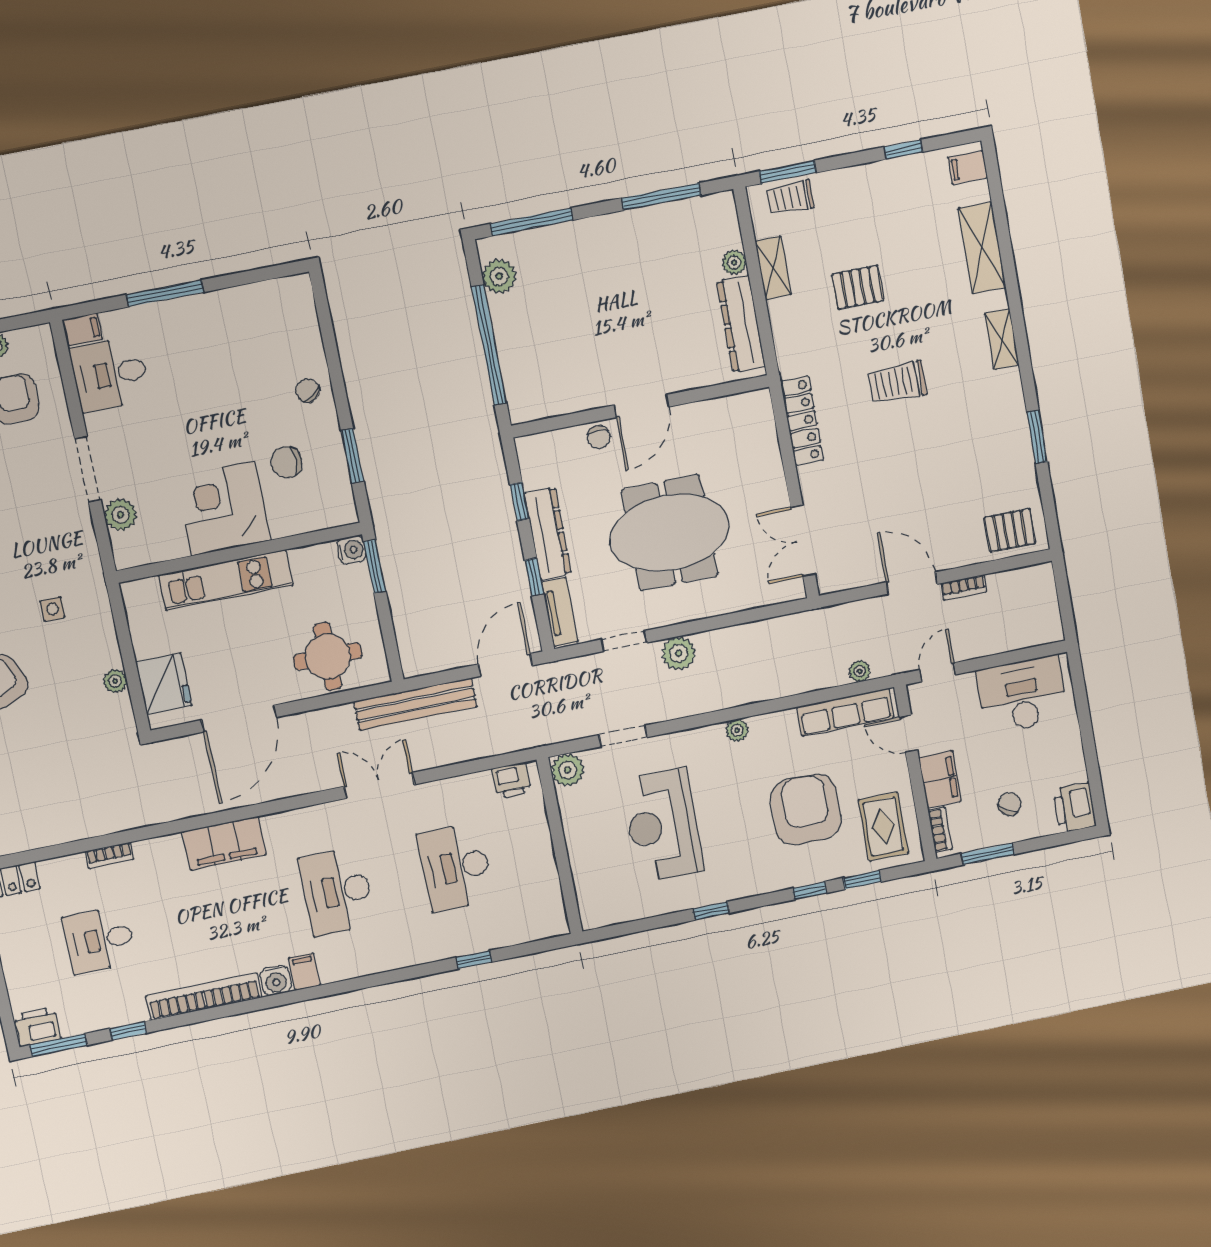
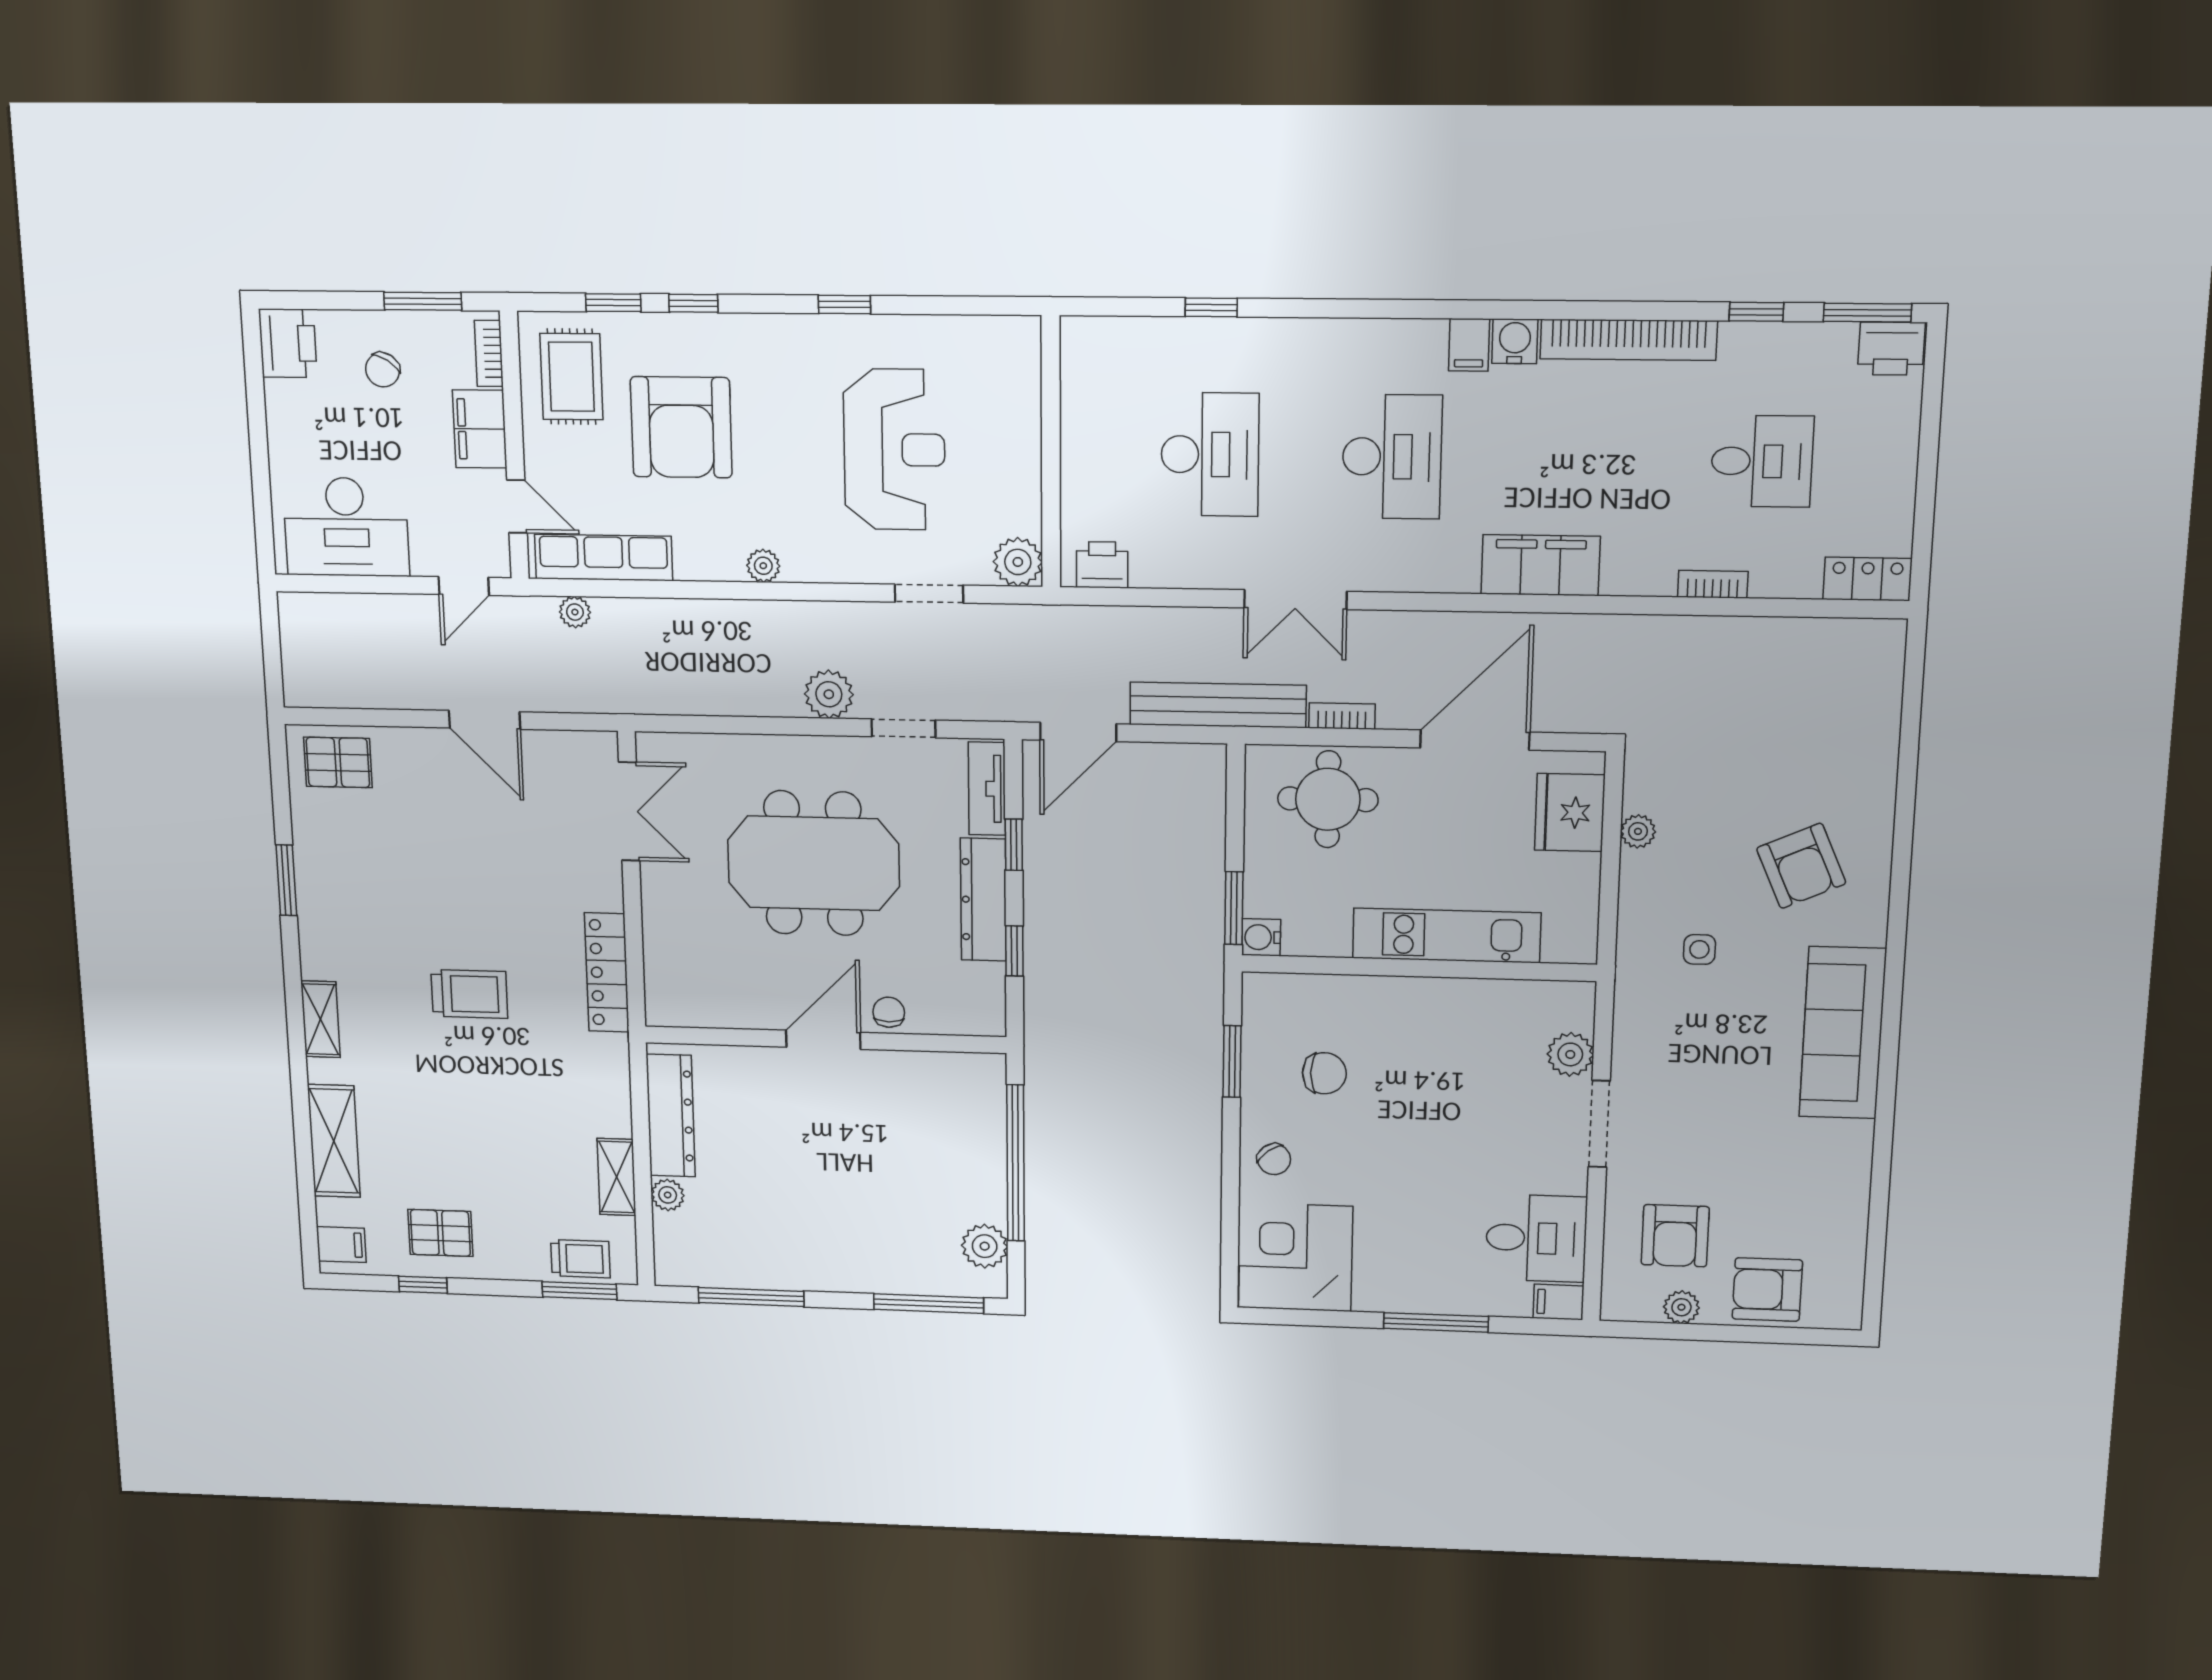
pallet: (858, 287) -> (440, 1233), moved
corner desk: (223, 509) -> (1296, 1257), moved, turned 180
bookcase: (964, 587) -> (1342, 716), moved

